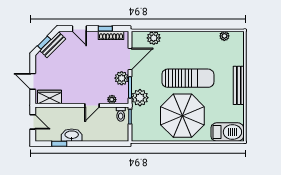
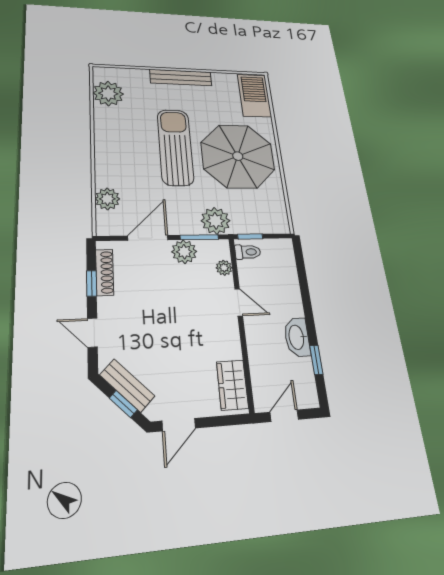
door: (79, 29) -> (92, 333), swing flipped
plant: (224, 36) -> (108, 94), width x1.88, depth x1.88
door: (130, 59) -> (148, 238), hinge flipped
door: (33, 81) -> (179, 425), moved

